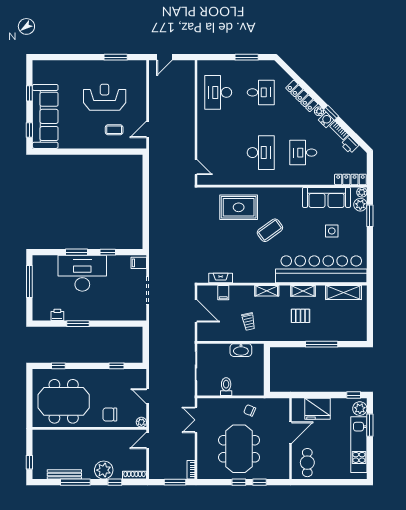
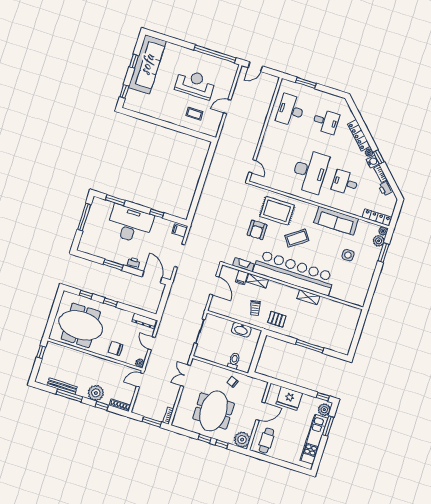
window: (116, 57) -> (215, 54), width x2.11
window: (247, 57) -> (306, 83), moved
sofa: (45, 116) -> (147, 64), moved
door: (148, 129) -> (227, 107), moved
desk: (261, 153) -> (310, 171), width x1.36, depth x1.30
sofa: (327, 197) -> (336, 221), moved
armchair: (223, 235) -> (257, 230), added
window: (76, 252) -> (115, 200), moved
bar counter: (321, 269) -> (294, 273), moved
shelving: (267, 291) -> (257, 281), moved
shelving: (343, 293) -> (341, 309), removed
printer: (57, 315) -> (134, 263), moved
pallet: (300, 316) -> (277, 319), moved
door: (125, 324) -> (152, 277), added
window: (116, 366) -> (110, 302), moved
dresser: (131, 374) -> (144, 321), added
toilet: (226, 387) -> (234, 361), moved
window: (29, 462) -> (41, 352), moved
plant: (280, 470) -> (242, 440), added

